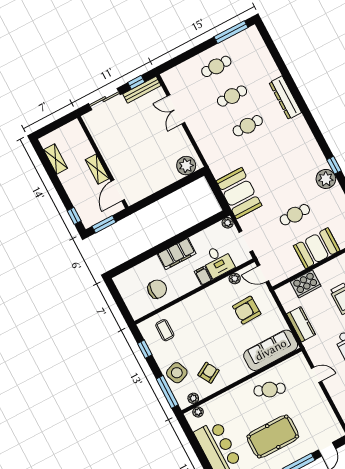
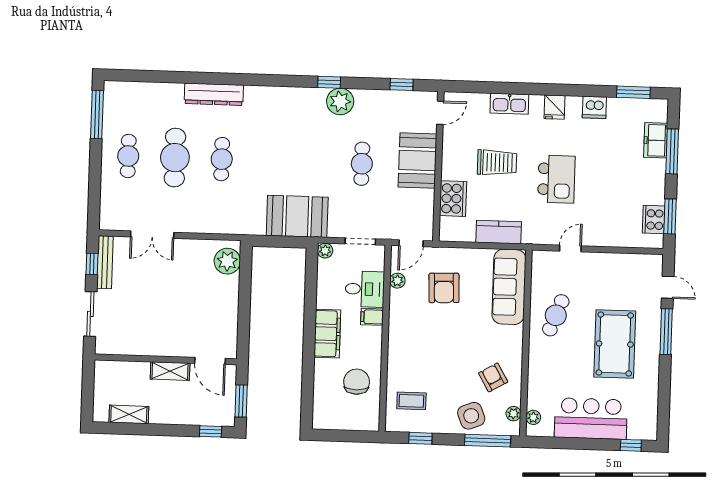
cafe table: (232, 96) -> (175, 158), width x1.37, depth x1.35

